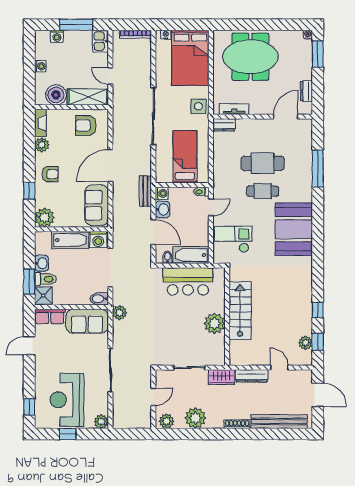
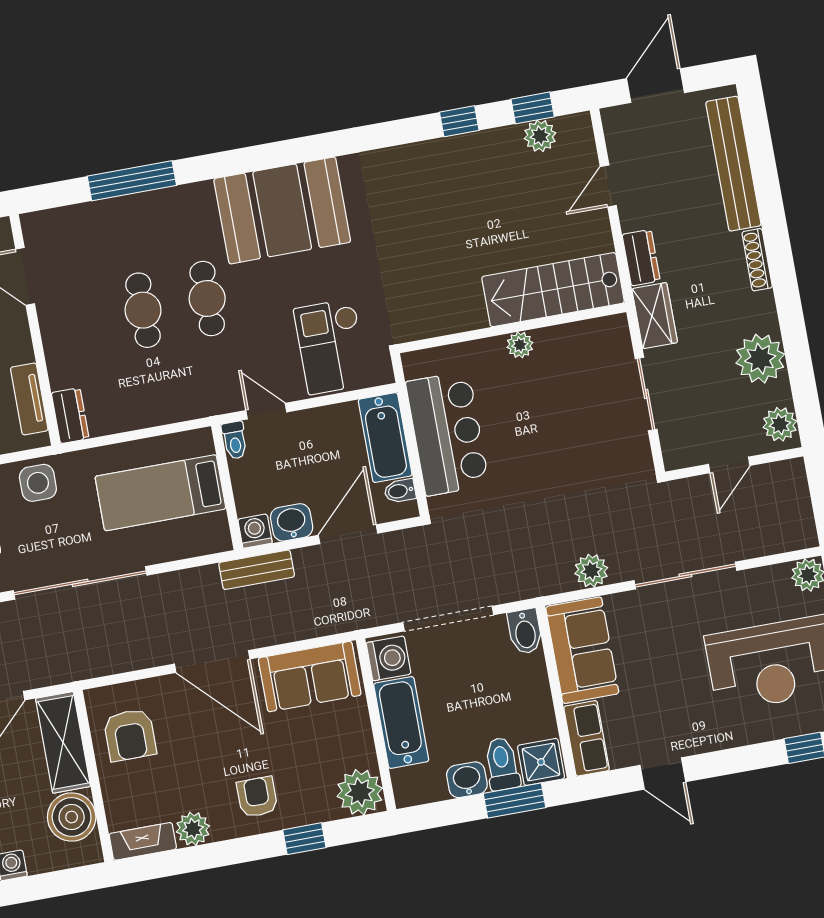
cafe table: (263, 163) -> (143, 310), width x0.73, depth x0.74
stairs: (240, 311) -> (553, 290), moved
plant: (120, 313) -> (591, 571), moved
plant: (214, 323) -> (520, 345), width x0.53, depth x0.53
dresser: (252, 376) -> (641, 258), width x0.70
door: (153, 397) -> (729, 465), swing flipped

